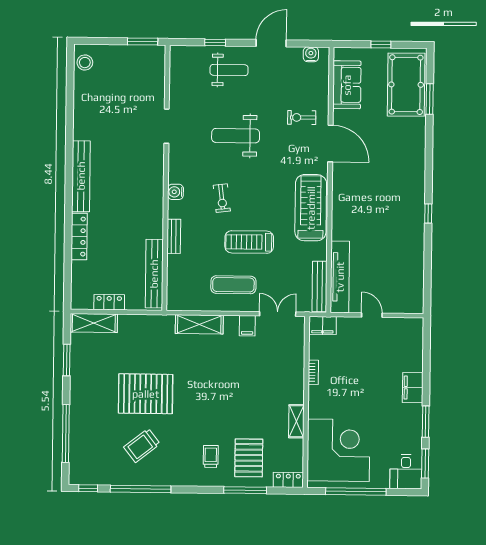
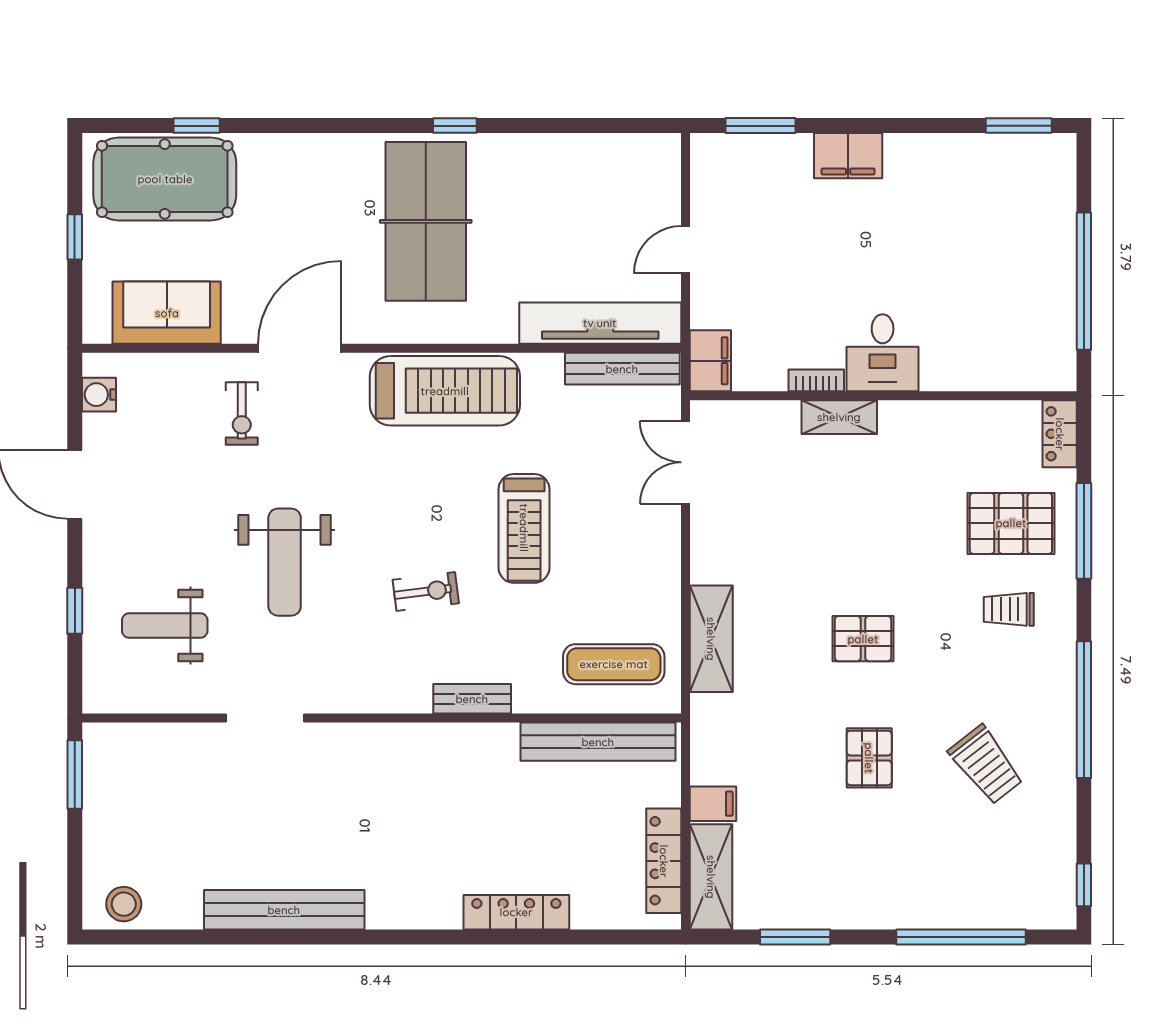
weight bench: (229, 70) -> (165, 626), moved, turned -90
window: (430, 99) -> (197, 126), width x0.67
bench: (81, 176) -> (284, 910), moved
water cooler: (175, 192) -> (413, 696), removed
table tennis table: (386, 200) -> (426, 221), added
treadmill: (311, 208) -> (445, 391), turned 180
bench: (174, 236) -> (472, 699), moved
exercise mat: (233, 285) -> (614, 664), moved, turned 90
locker: (109, 302) -> (664, 861), width x1.53
filing cabinet: (247, 326) -> (713, 804), moved
pallet: (199, 392) -> (863, 639), added
pallet: (146, 394) -> (869, 758), width x0.49, depth x0.50
shelving: (296, 421) -> (839, 417), moved
window: (426, 422) -> (761, 126), moved
corner desk: (338, 450) -> (991, 321), removed
desk: (406, 472) -> (883, 353), moved, turned 90
window: (141, 489) -> (1084, 710), moved

